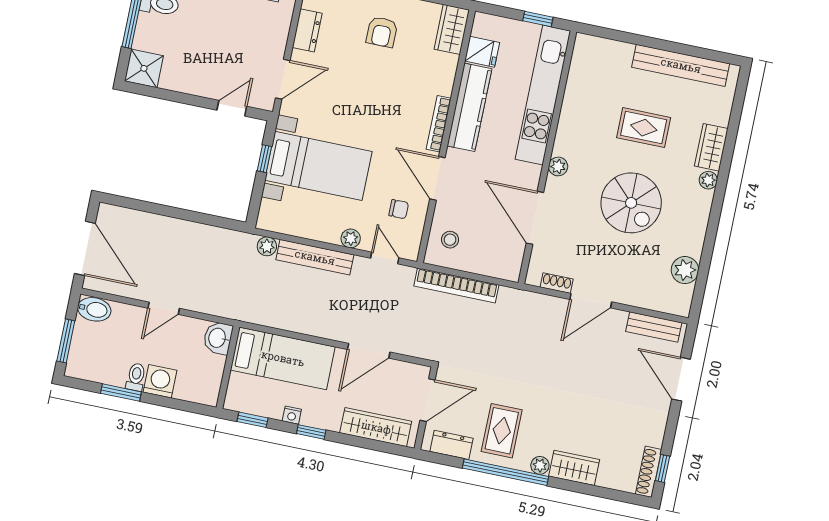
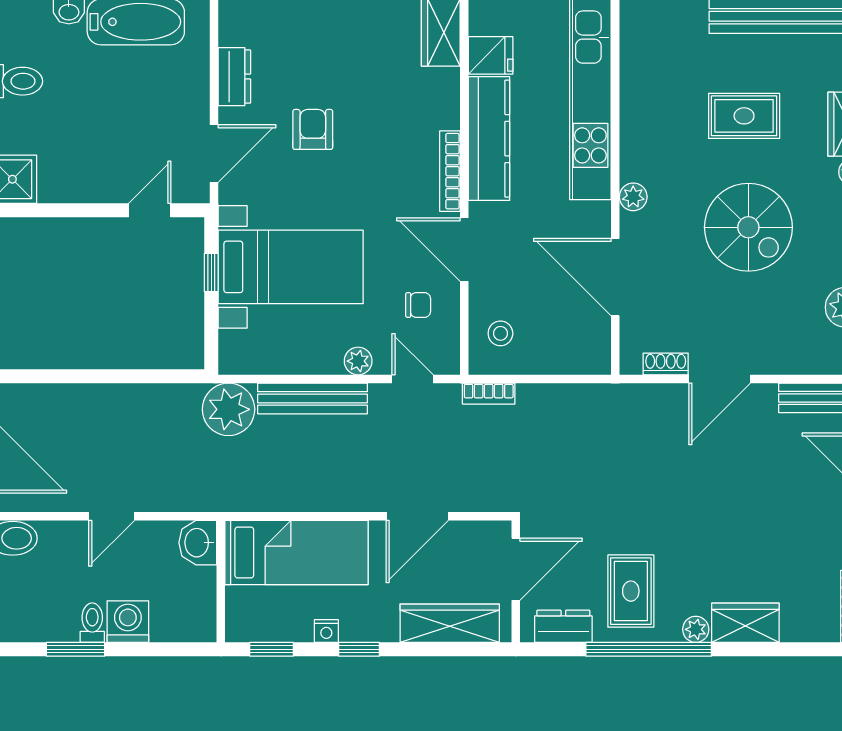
armchair: (382, 32) -> (313, 129), moved, turned 180
plant: (267, 246) -> (229, 409), width x1.88, depth x1.88
bookcase: (456, 285) -> (489, 394), width x0.43, depth x0.76

